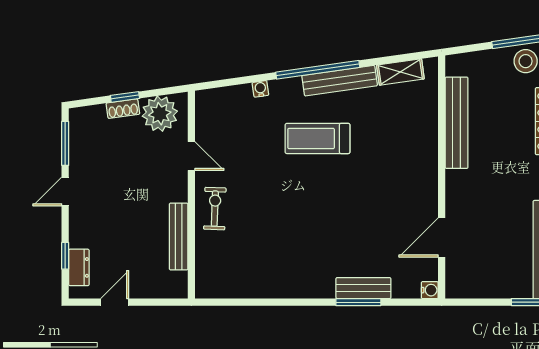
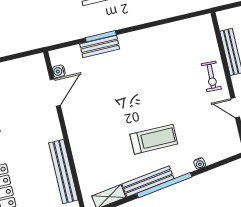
water cooler: (430, 290) -> (59, 71), moved

